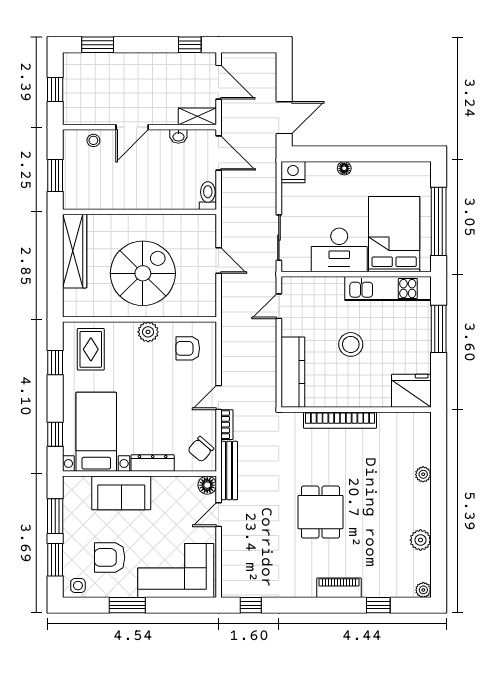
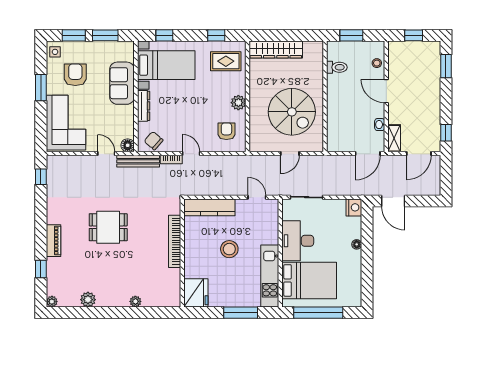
toilet: (208, 196) -> (337, 67), moved
wardrobe: (75, 251) -> (276, 50), moved
spiral stairs: (143, 273) -> (292, 112), moved

